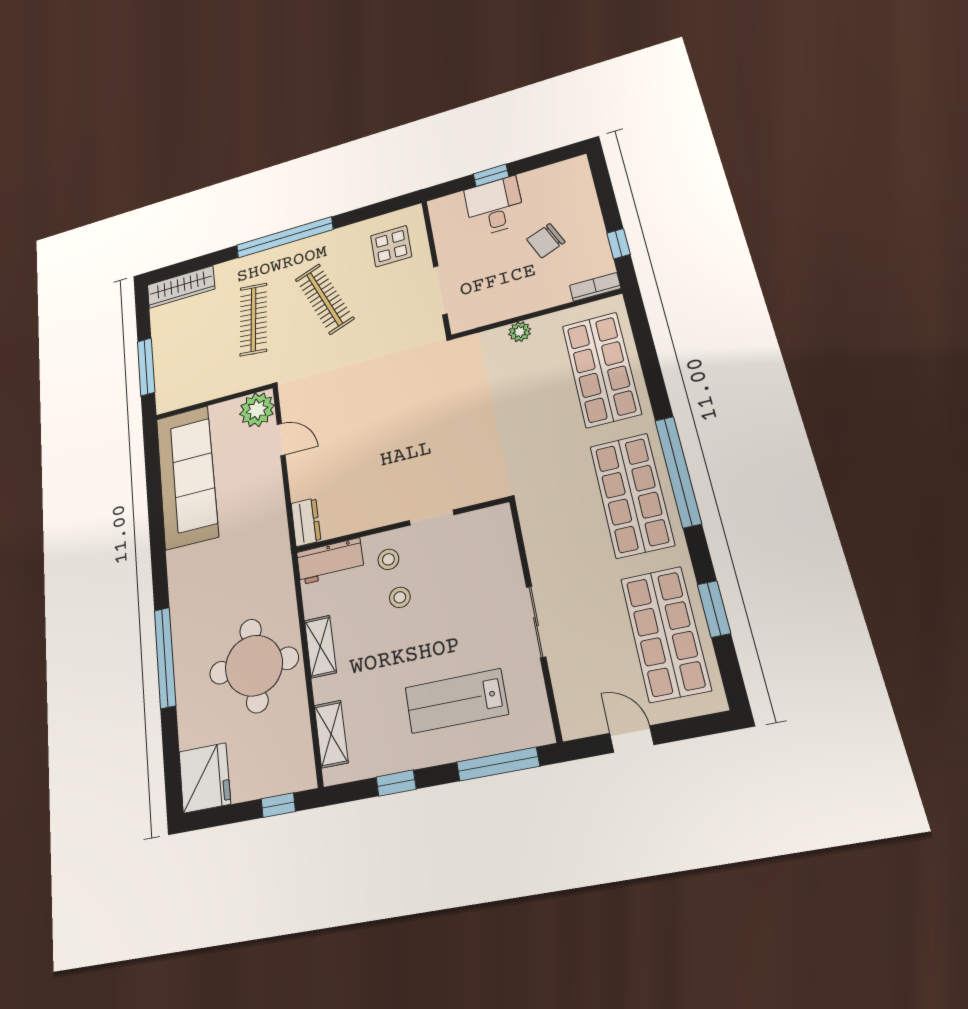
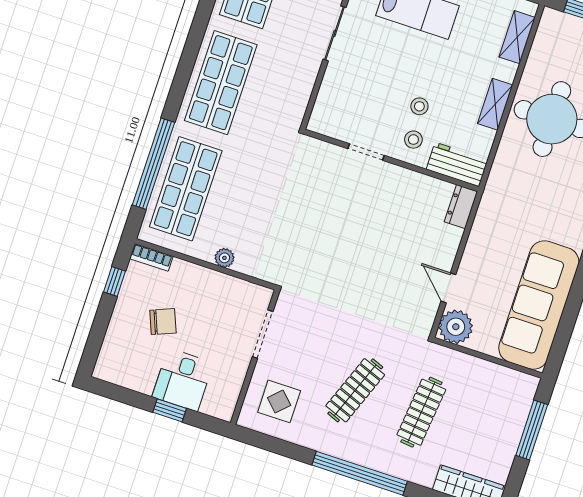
clothes rail: (324, 299) -> (355, 390), turned 42
window: (678, 471) -> (154, 164), moved

